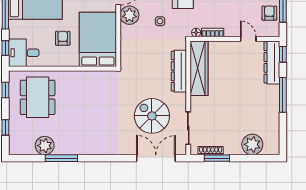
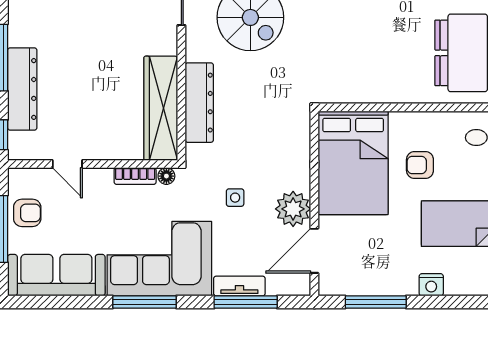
armchair: (269, 13) -> (27, 213), turned -90
armchair: (63, 38) -> (420, 165), turned 90
dresser: (272, 62) -> (22, 89), moved

